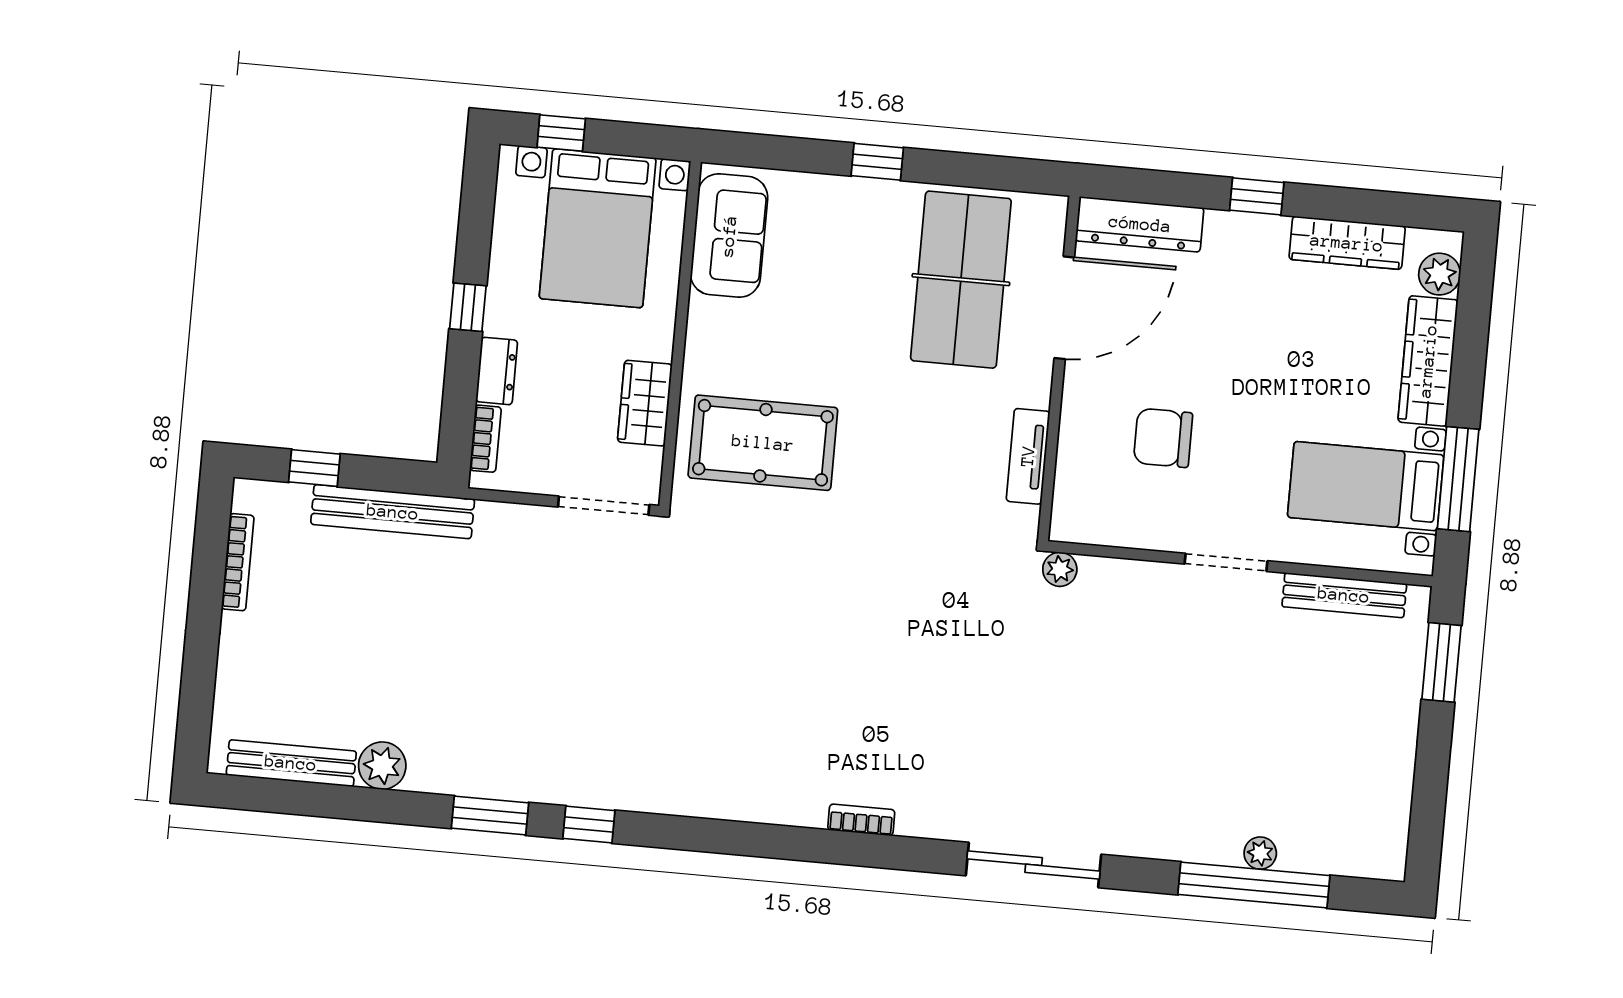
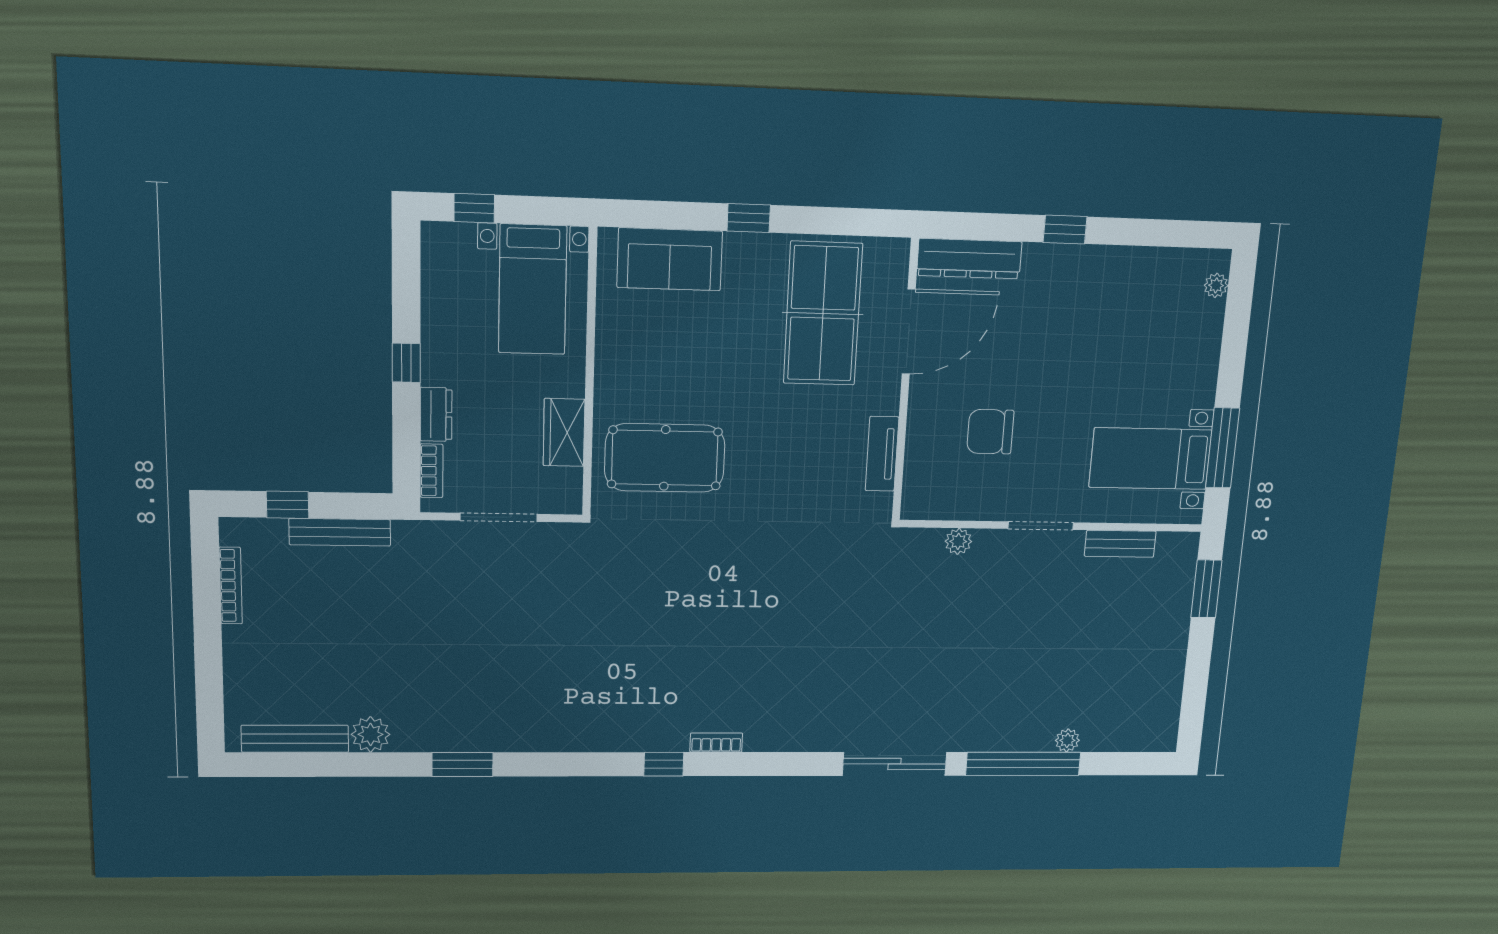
bed with nightstands: (598, 228) -> (533, 289), width x0.73
sofa: (729, 236) -> (670, 259), moved, turned 90
wardrobe: (1347, 243) -> (1138, 264), removed
plant: (1440, 274) -> (1216, 285), width x0.73, depth x0.73
wardrobe: (1428, 361) -> (1201, 356), removed
doorway: (604, 506) -> (499, 517), moved
bench: (393, 512) -> (340, 532), width x0.73, depth x0.82
plant: (1060, 569) -> (958, 541), moved
bench: (1344, 595) -> (1120, 544), width x0.73
bookcase: (861, 820) -> (716, 743), moved
window: (589, 824) -> (664, 764), moved
window: (1254, 885) -> (1023, 764), moved

